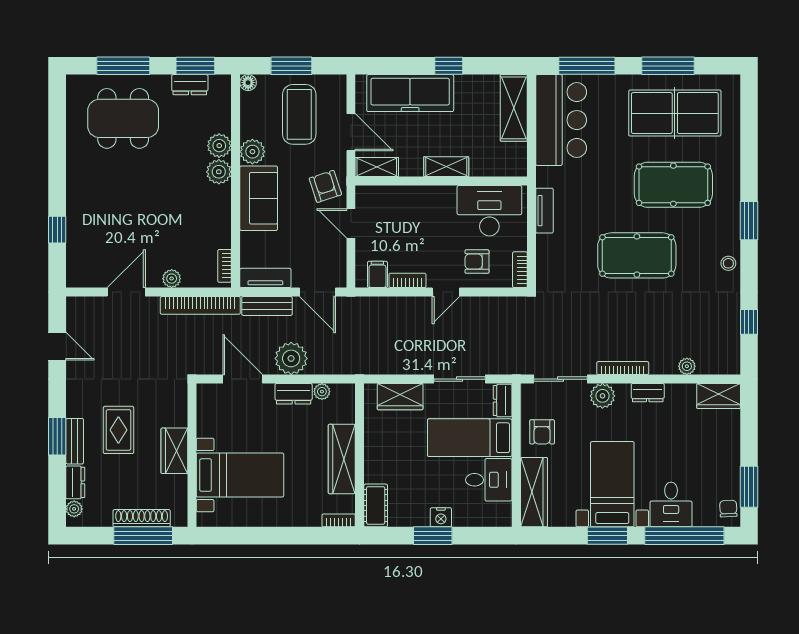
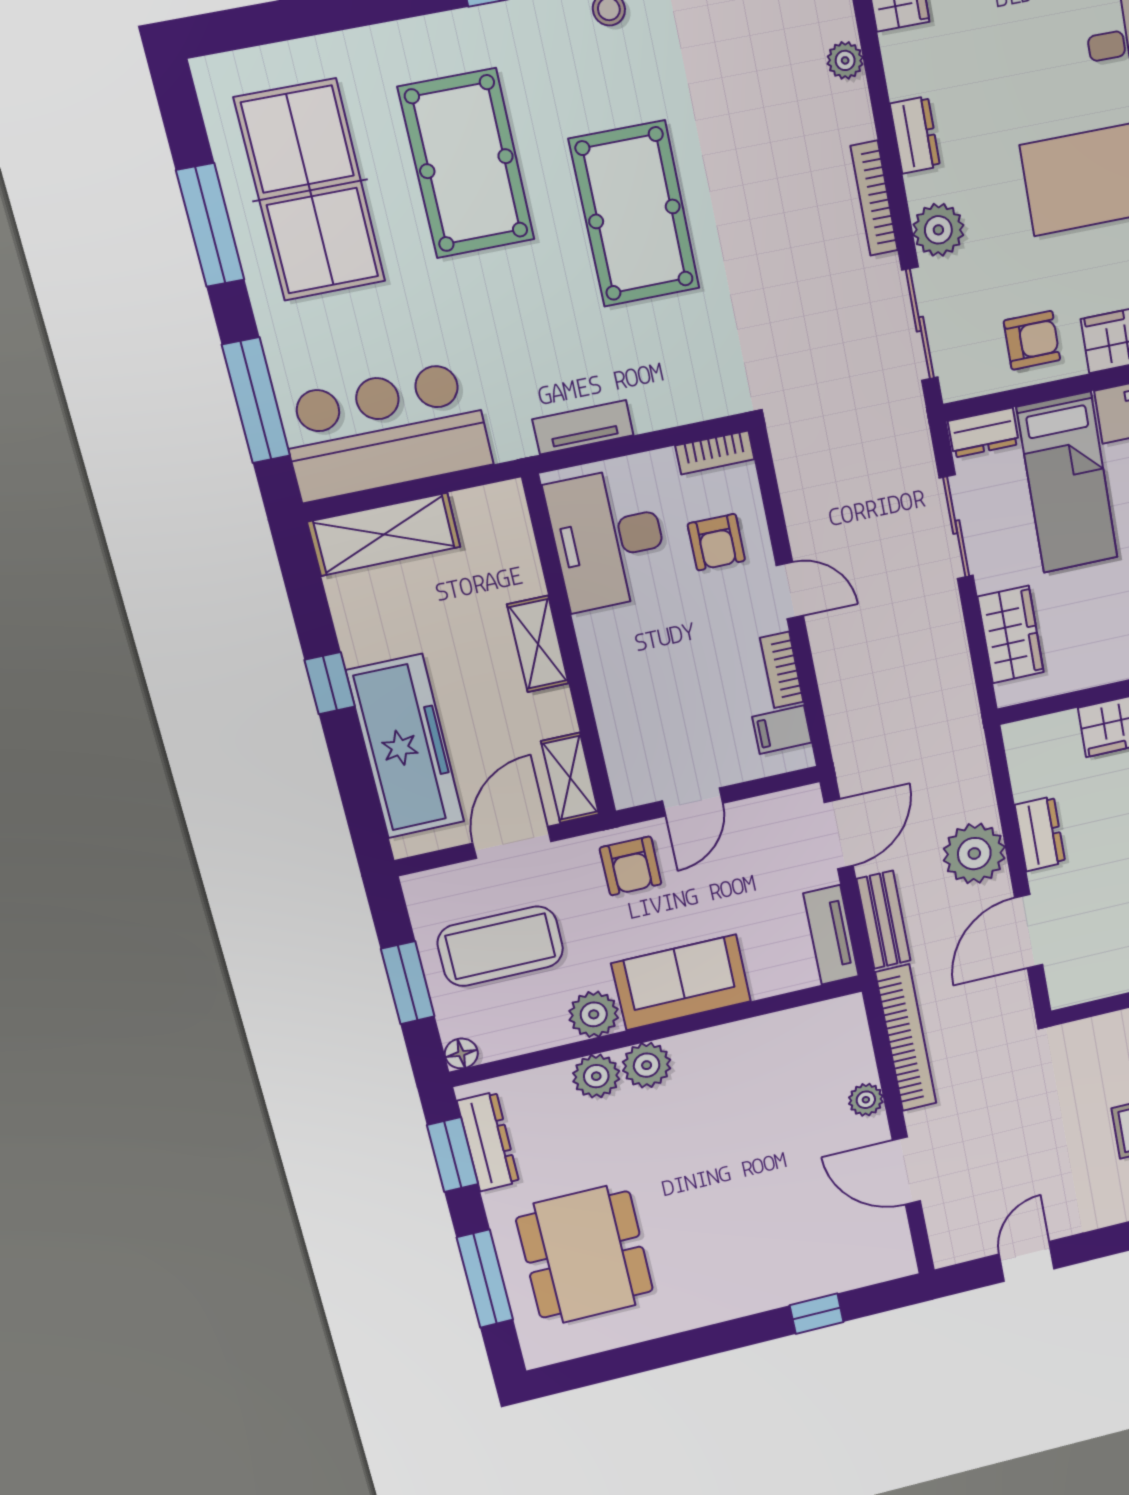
dresser: (190, 85) -> (488, 1142), width x1.44
armchair: (325, 186) -> (631, 866), turned -72
bookcase: (225, 266) -> (823, 1013), removed
plant: (322, 392) -> (1027, 783), removed

